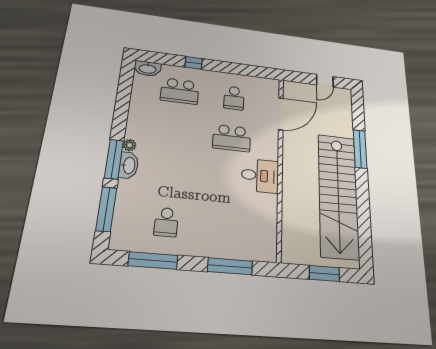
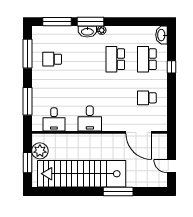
school desk: (232, 138) -> (115, 59), moved
desk: (260, 227) -> (54, 119), added
plant: (307, 253) -> (40, 151), added

